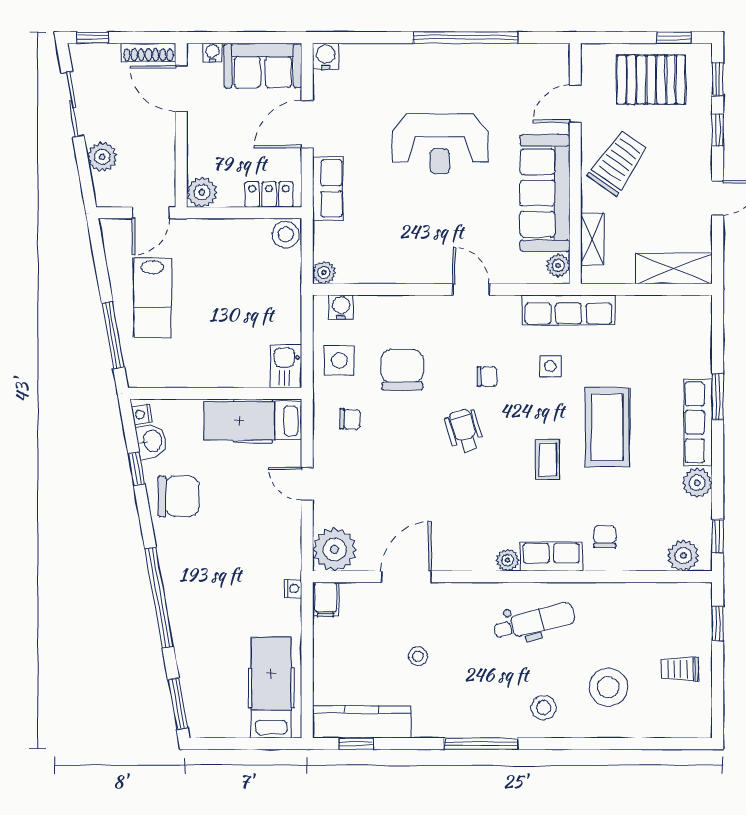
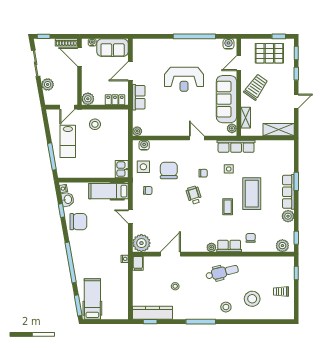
water cooler: (326, 56) -> (228, 44), moved
stool: (286, 234) -> (95, 124), moved
hospital bed: (271, 688) -> (92, 299), moved

